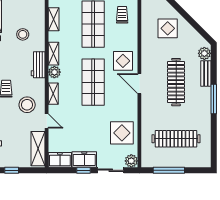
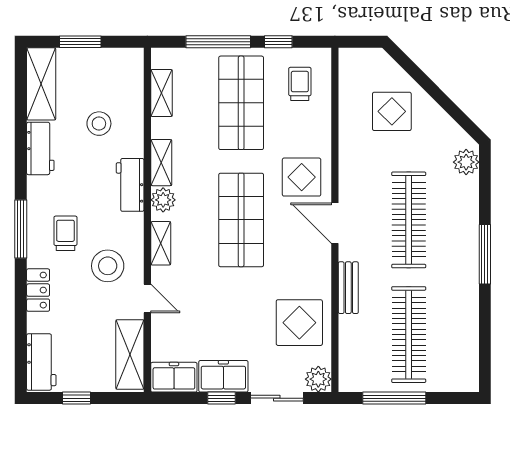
bench: (206, 74) -> (348, 288), moved
clothes rail: (176, 139) -> (409, 335), turned 90

